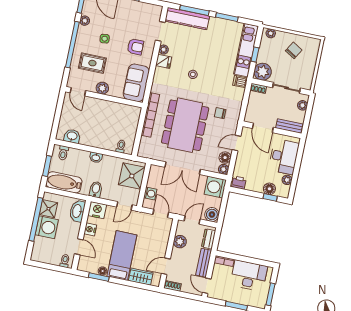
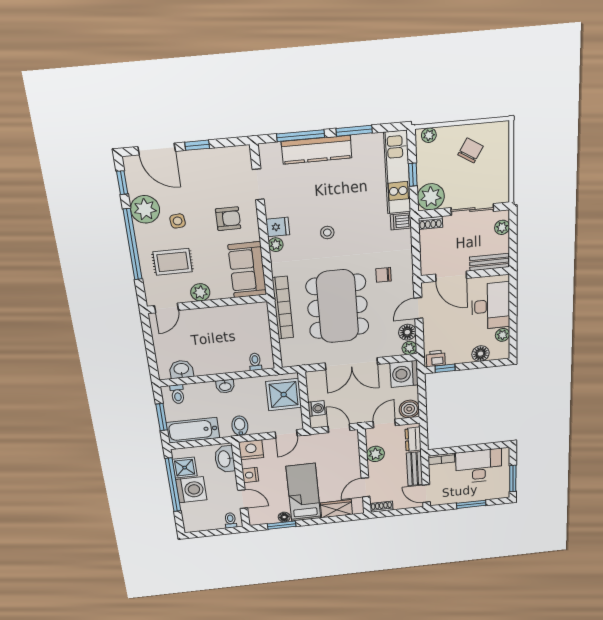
kitchen counter: (187, 19) -> (317, 150), moved
plant: (85, 21) -> (145, 209), width x1.88, depth x1.88
plant: (164, 50) -> (276, 245), moved
door: (78, 92) -> (166, 308), hinge flipped
window: (270, 197) -> (445, 368), moved

